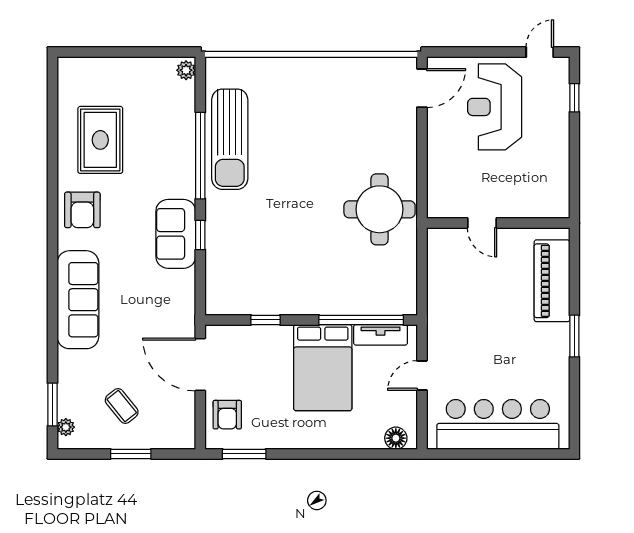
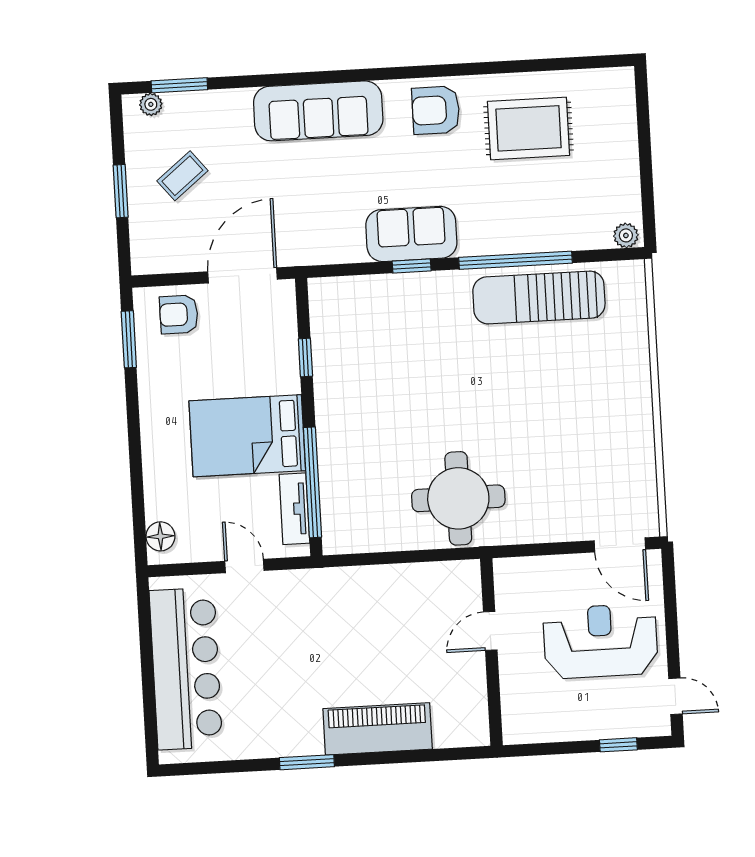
door: (482, 223) -> (490, 631), moved
wall: (498, 223) -> (491, 652), moved

